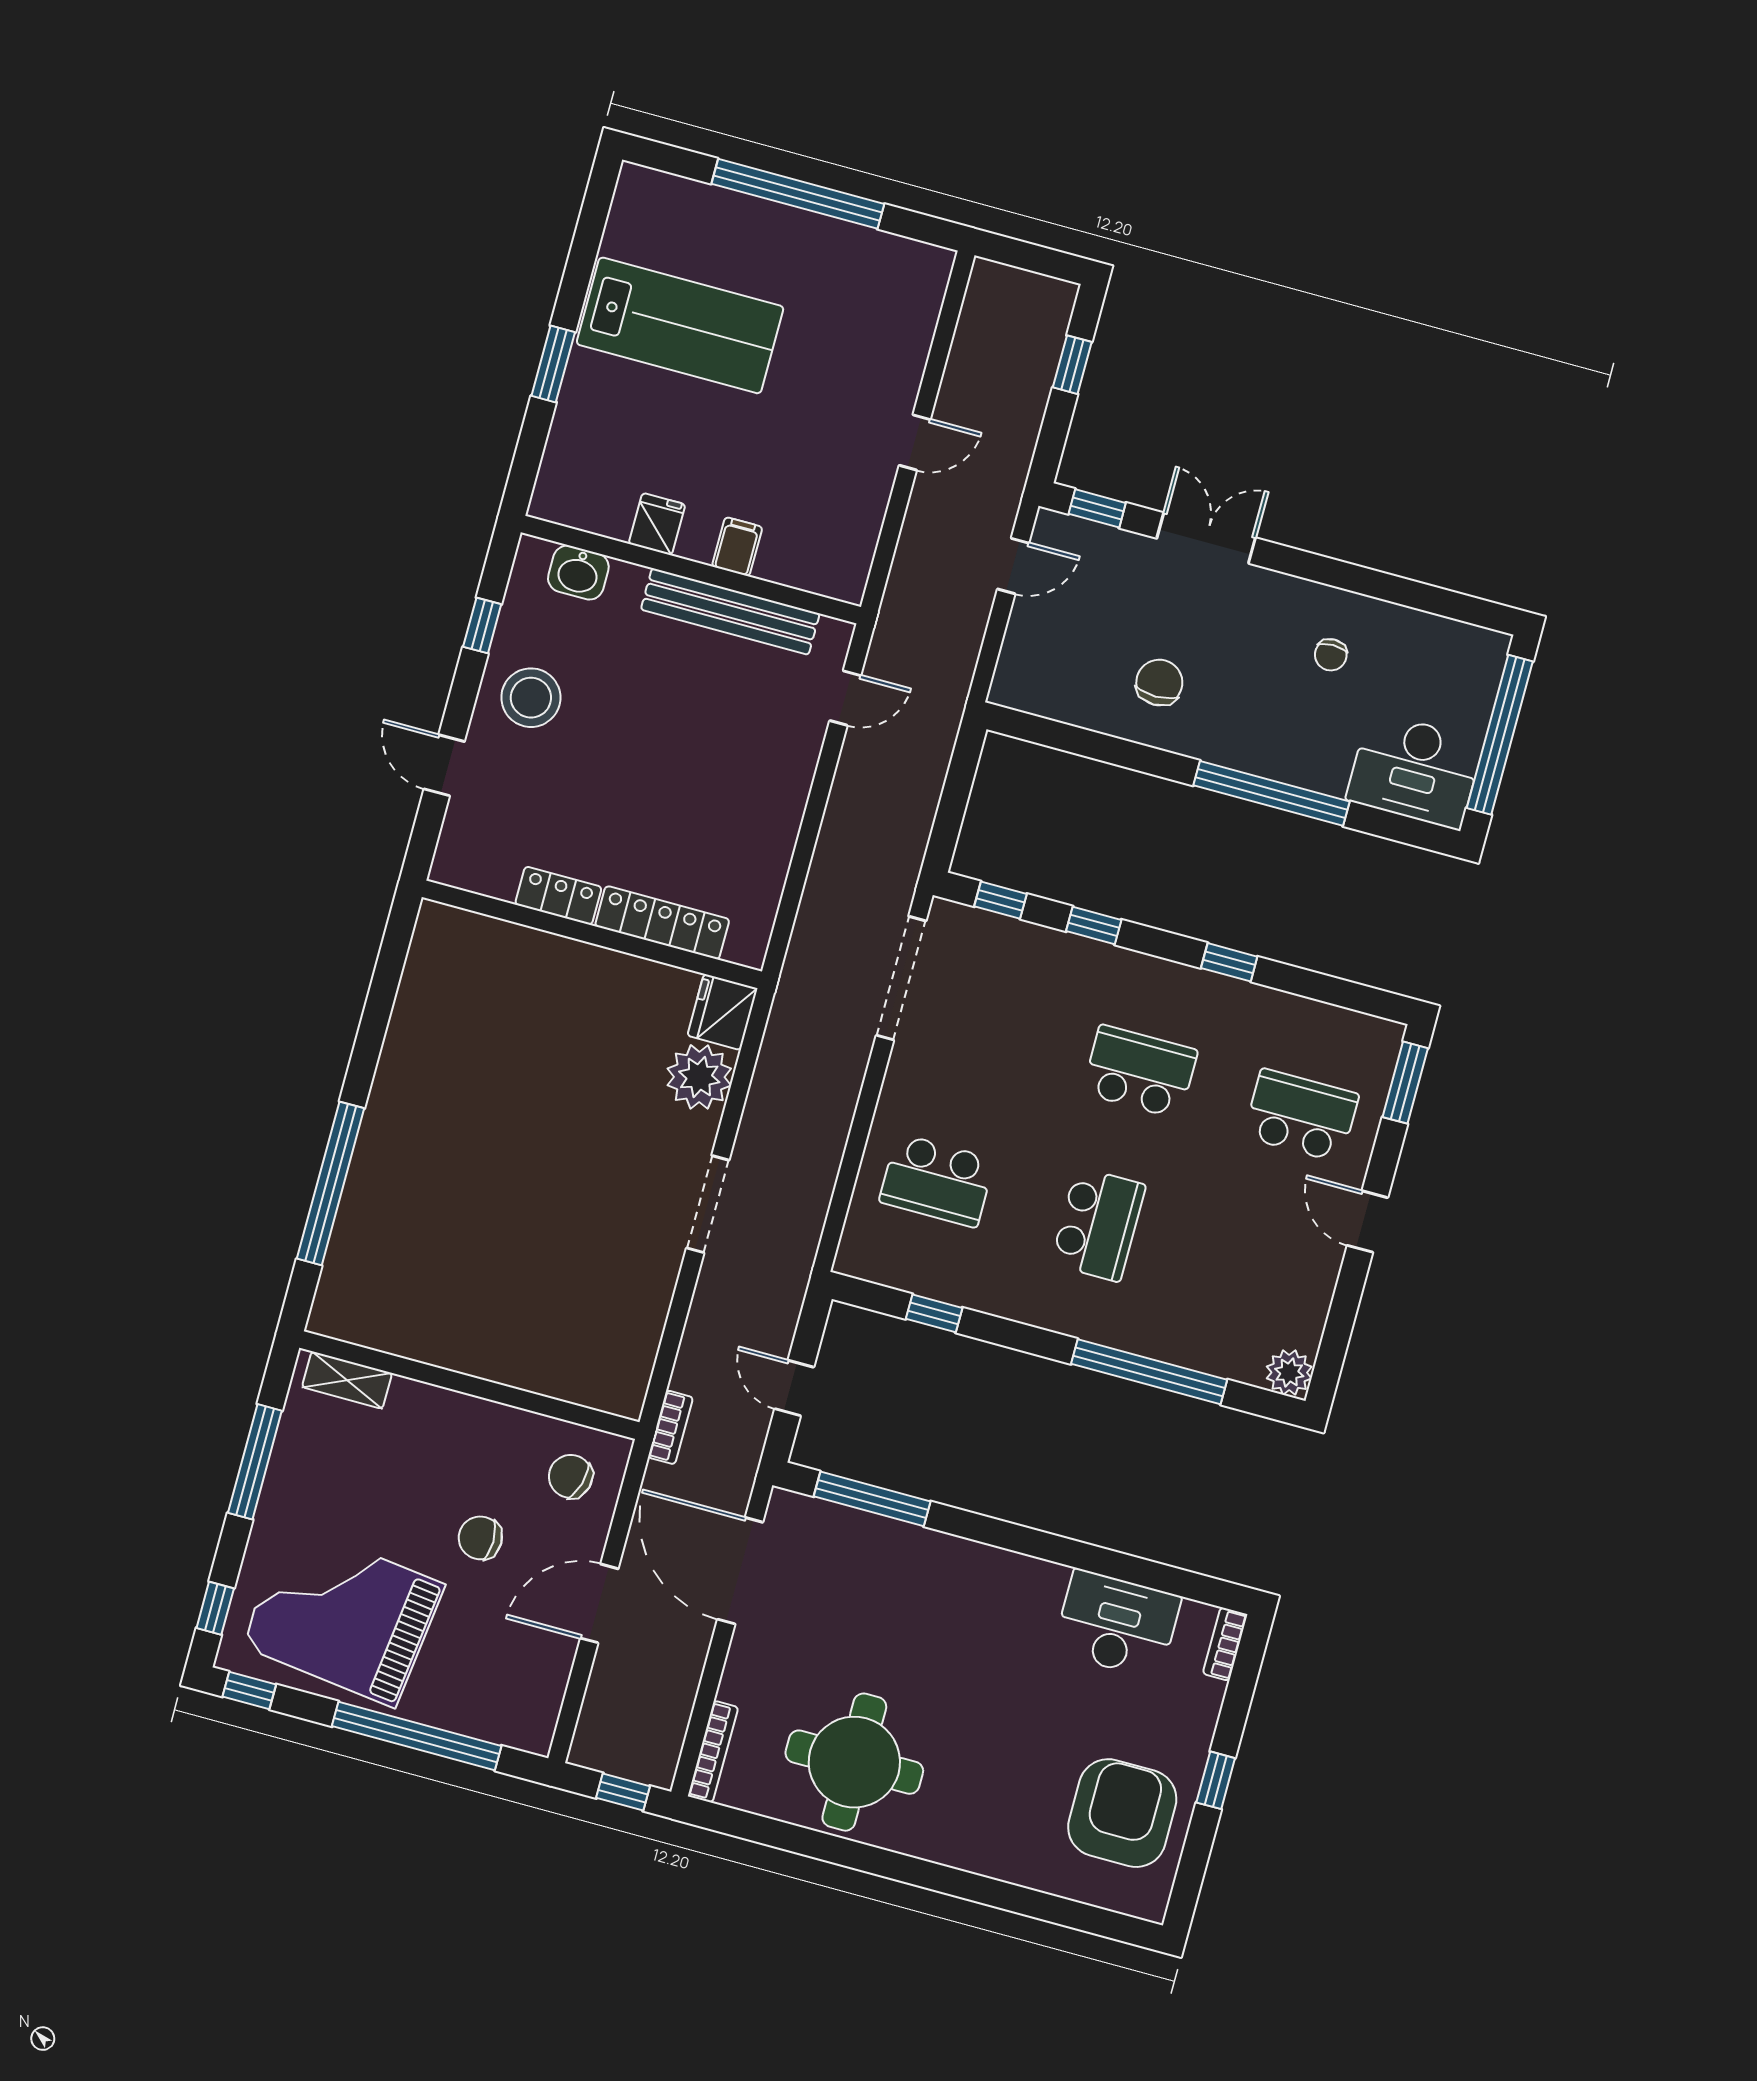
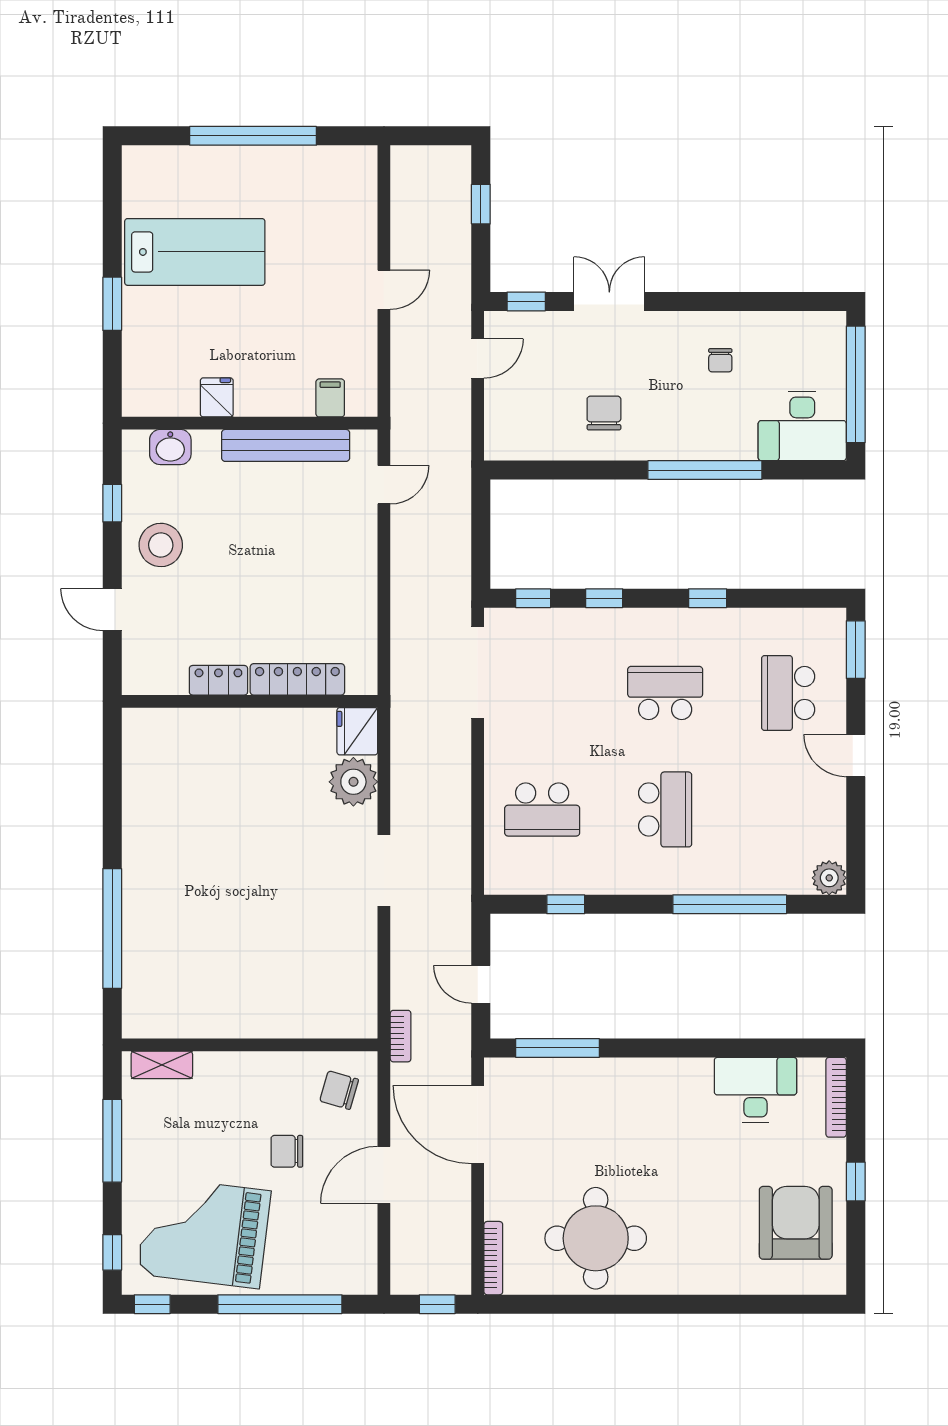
filing cabinet: (737, 547) -> (330, 398), moved
school desk: (1301, 1115) -> (788, 693), turned -90
bookcase: (1225, 1644) -> (836, 1097), width x1.56

